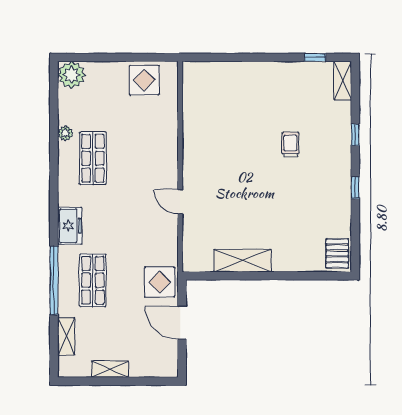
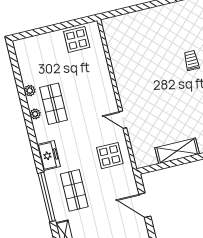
plant: (71, 75) -> (35, 114), moved, width x0.53, depth x0.53
display table: (160, 282) -> (110, 156), moved

